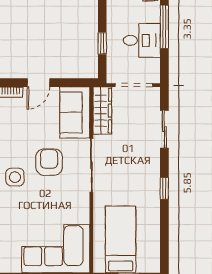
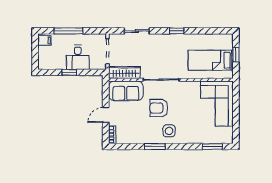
desk: (142, 40) -> (78, 57), moved, turned 180
window: (102, 43) -> (69, 72), moved
door: (38, 83) -> (106, 115), swing flipped

